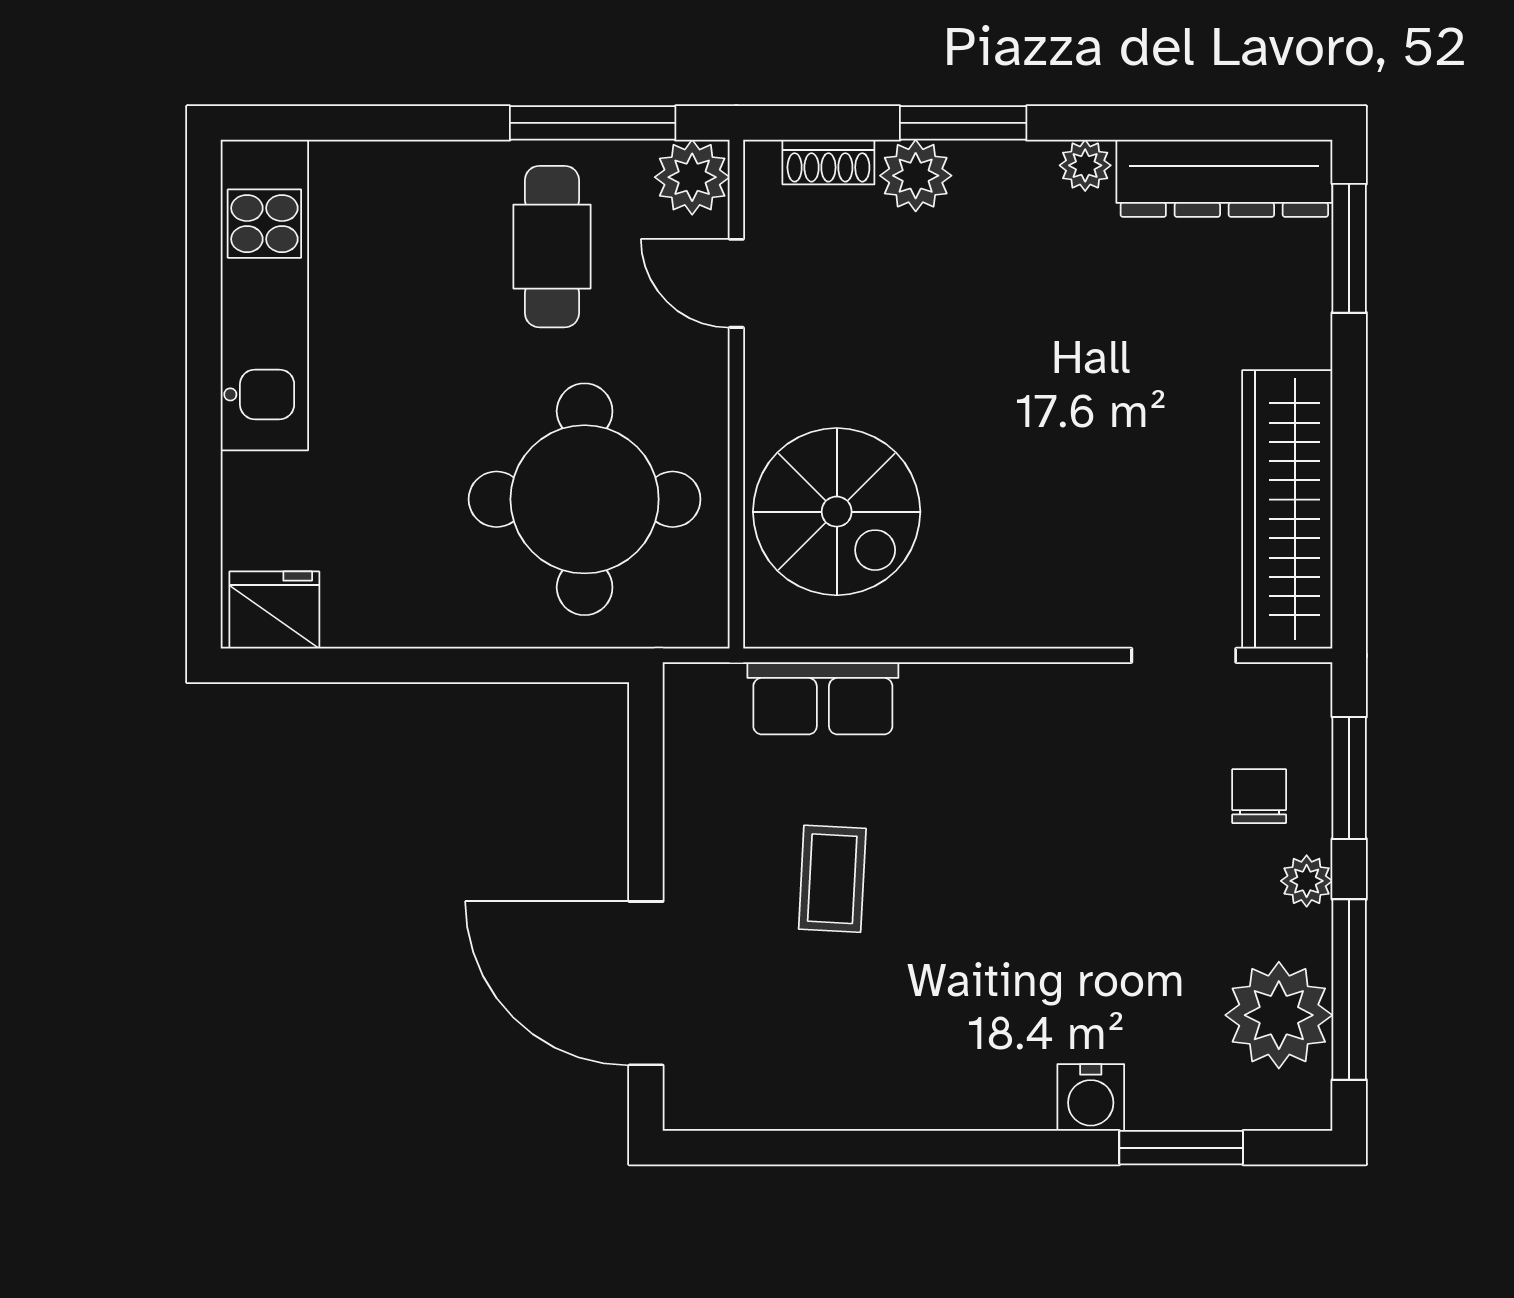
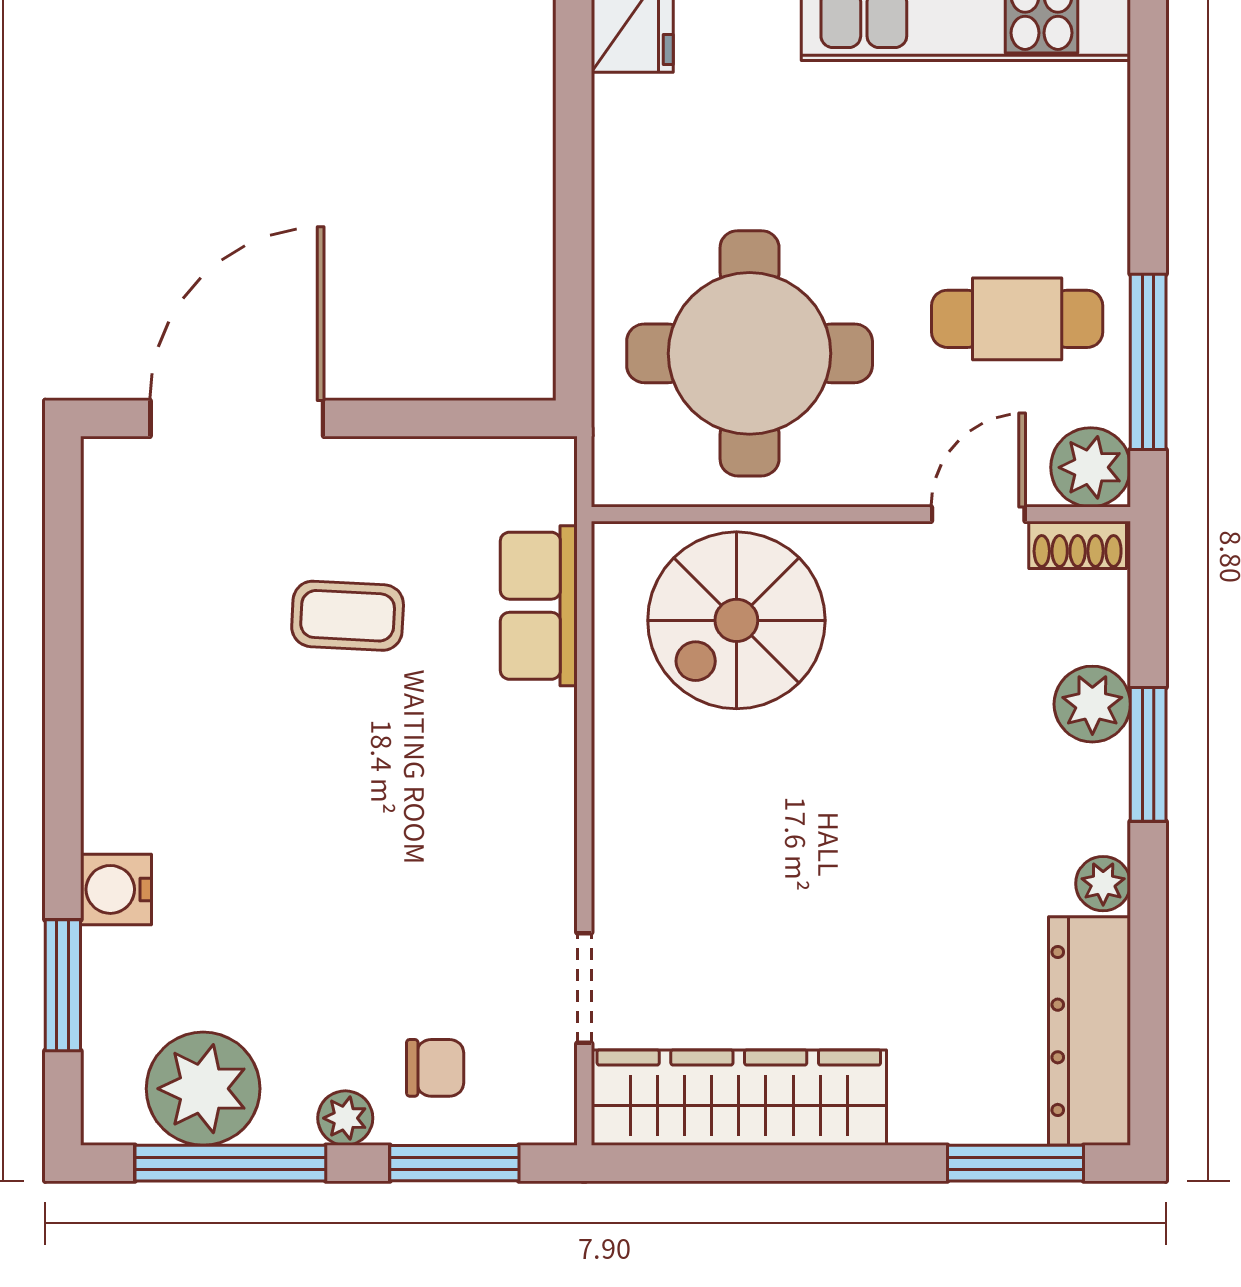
shoe rack: (828, 162) -> (1078, 545), moved, turned -90

